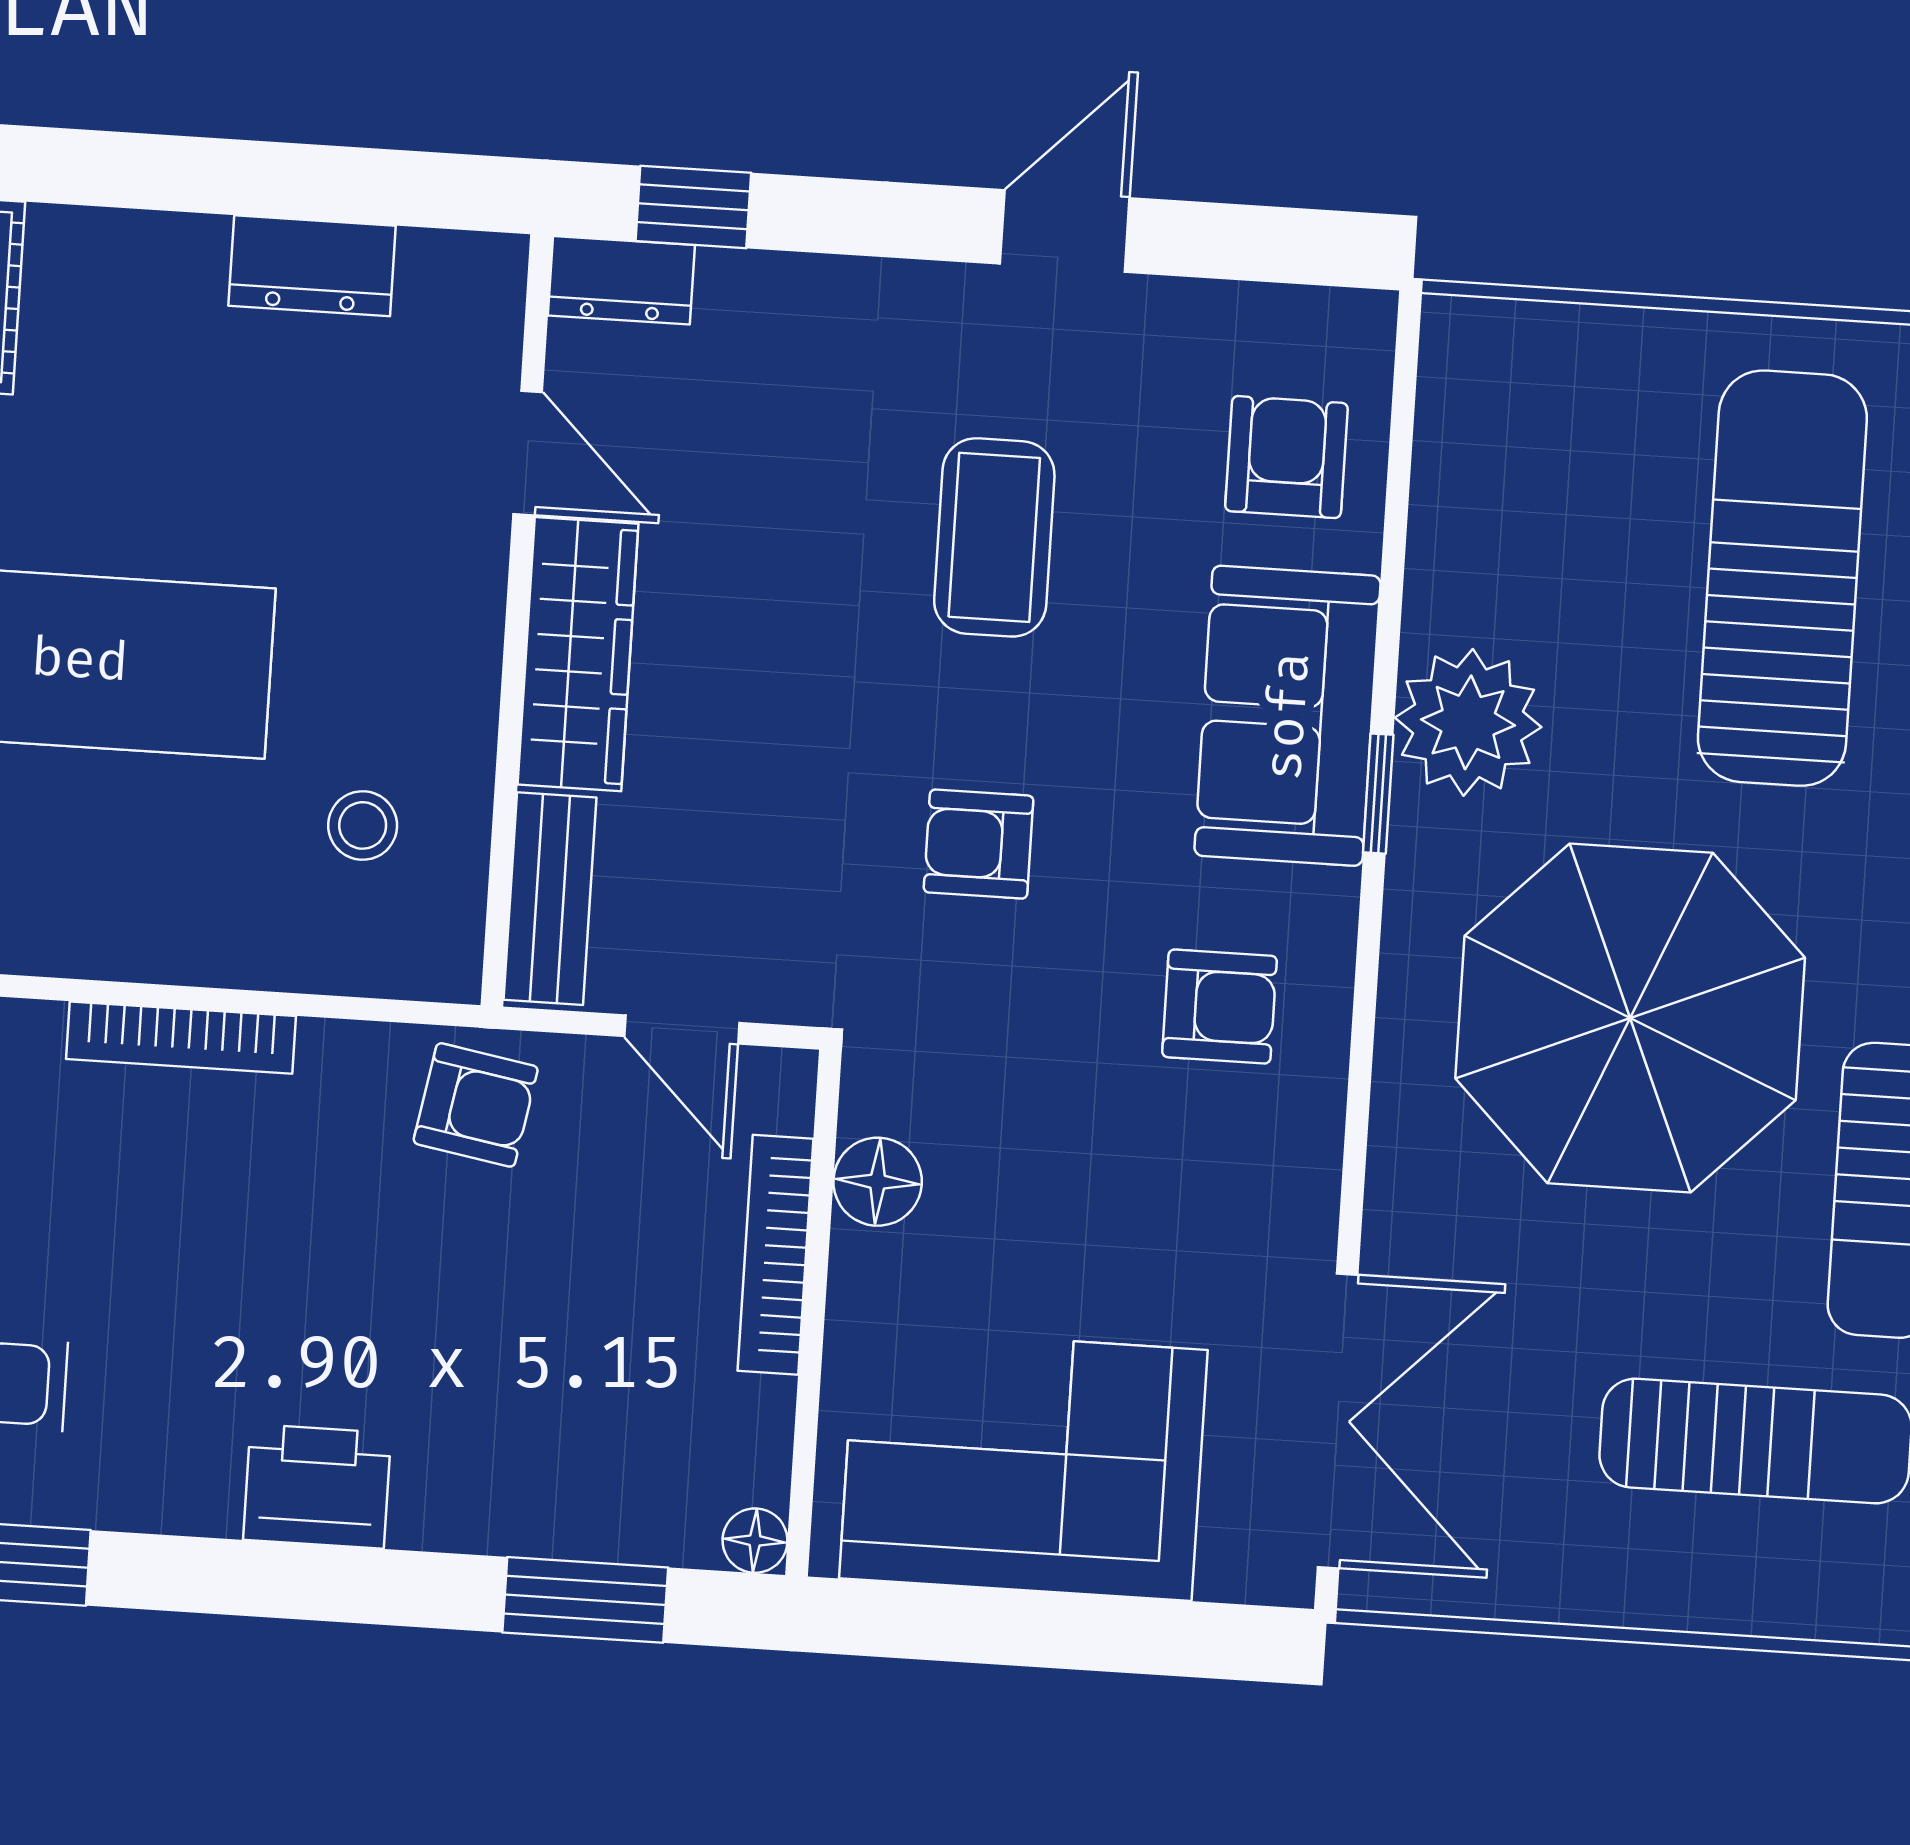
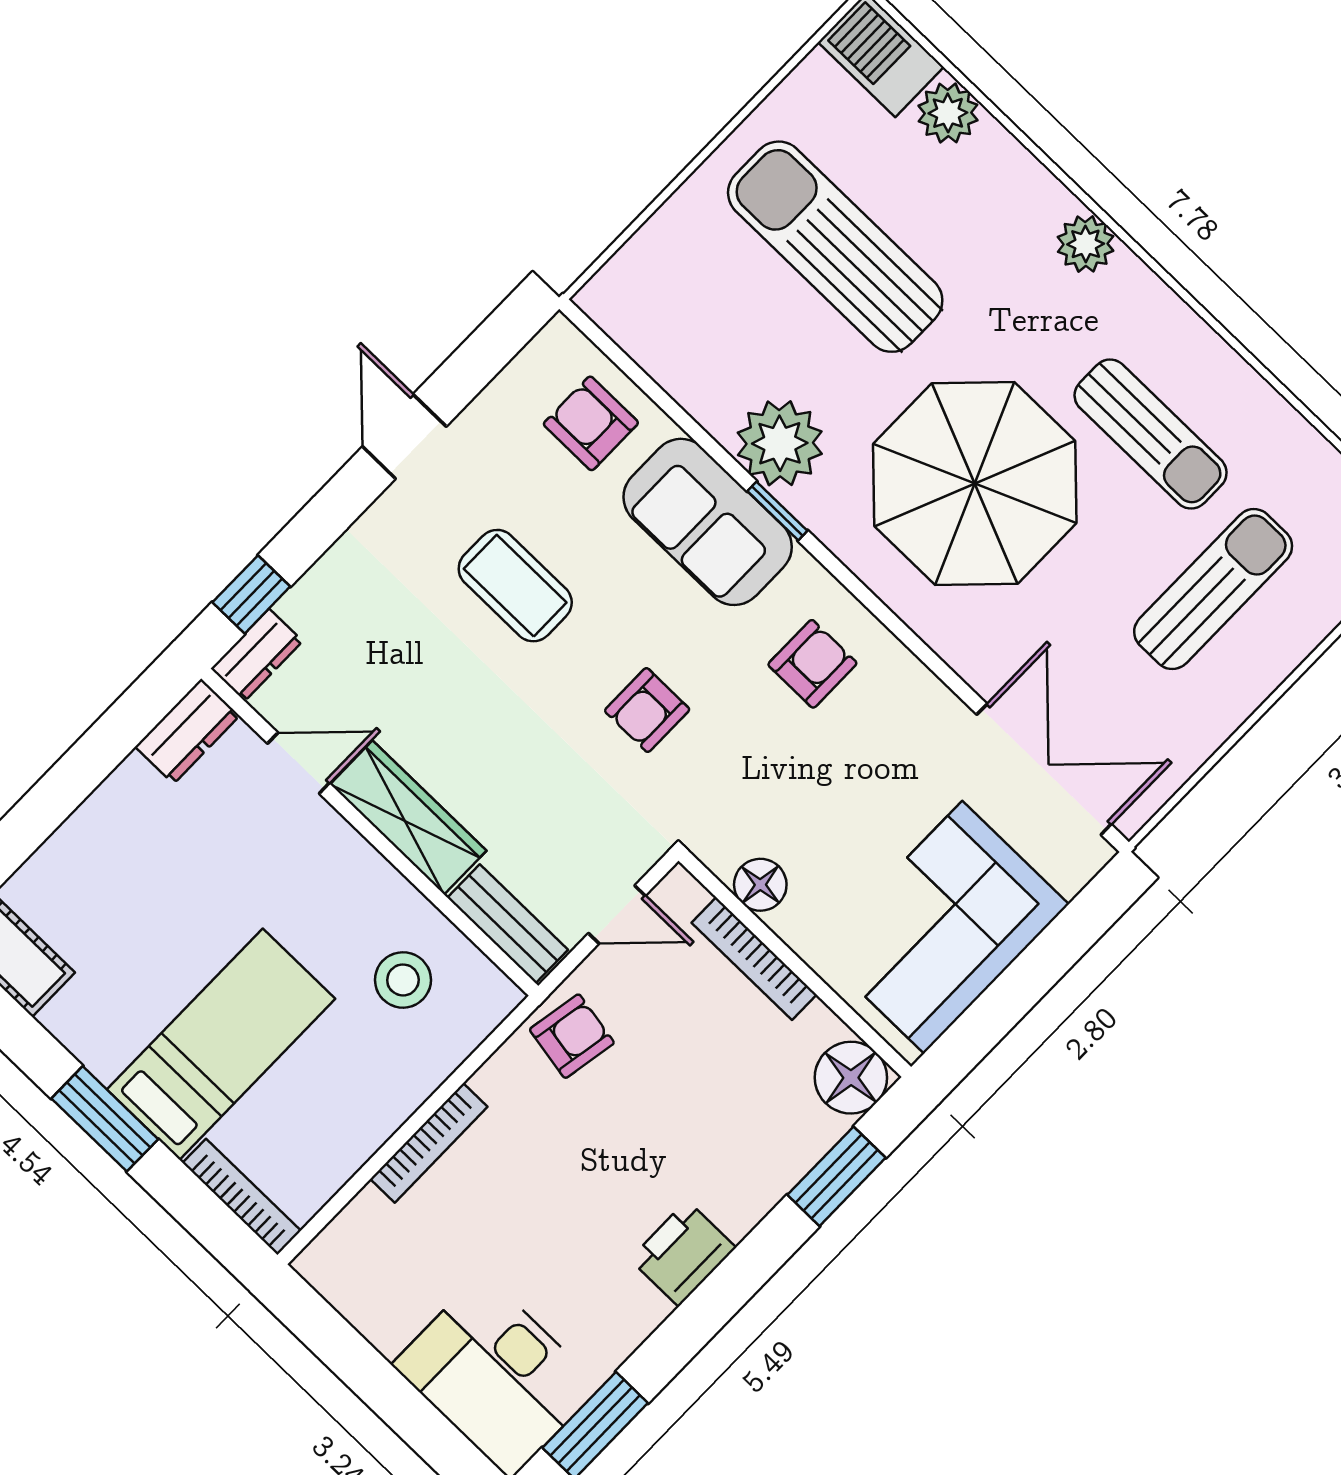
dresser: (312, 266) -> (187, 731), moved
stool: (363, 825) -> (403, 980), width x1.37, depth x1.37
floor lamp: (755, 1541) -> (851, 1078), width x1.89, depth x1.89

